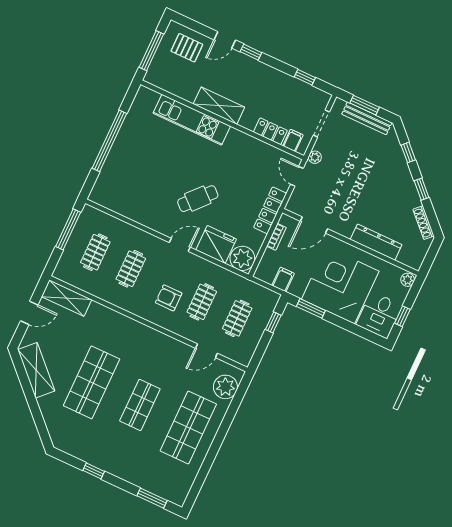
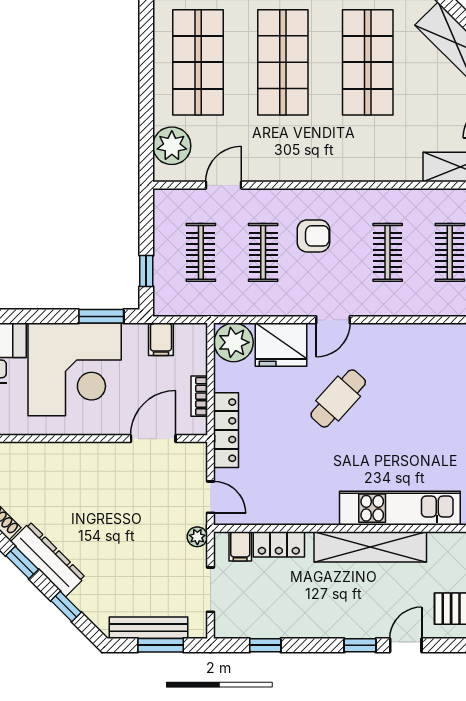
shelving: (219, 106) -> (370, 547), width x1.47
dresser: (376, 242) -> (48, 559), moved, turned -135
shop shelf: (140, 405) -> (283, 62), width x1.43, depth x1.36

